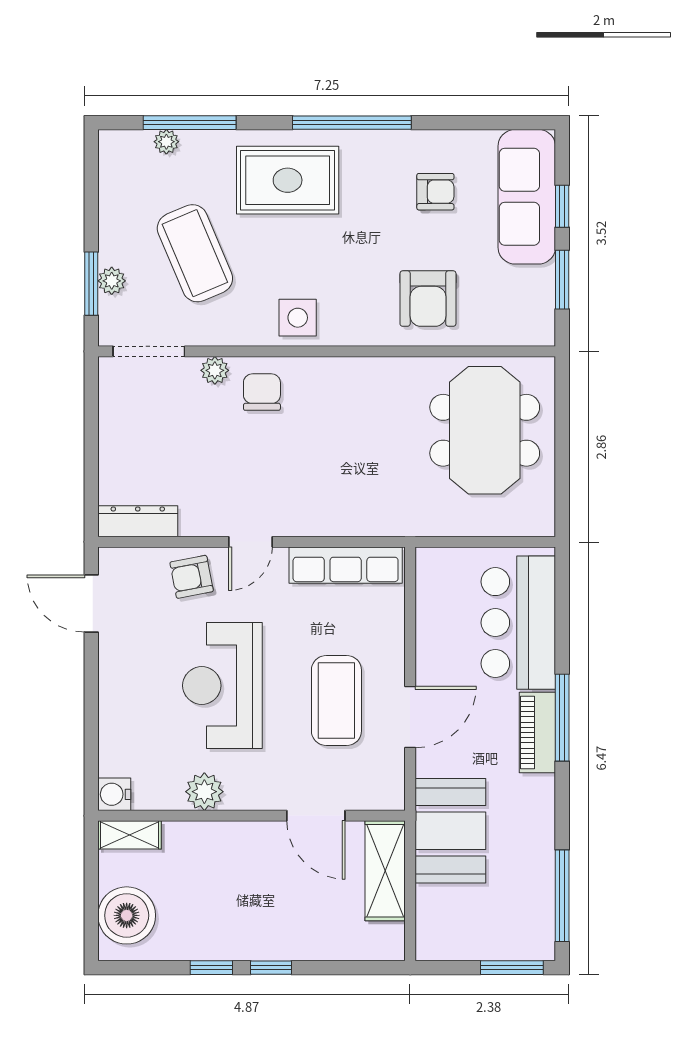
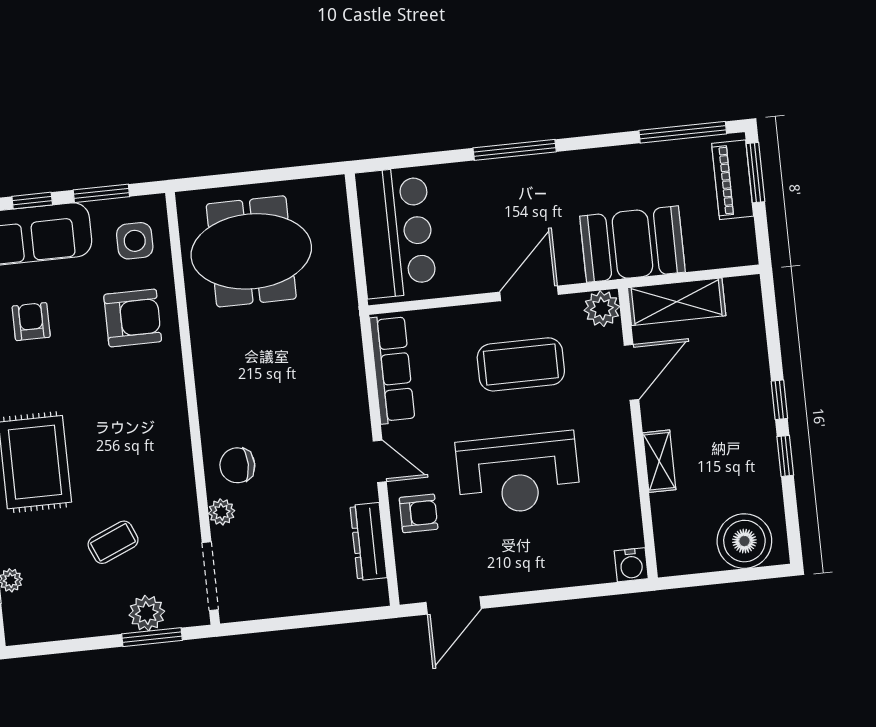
coffee table: (195, 253) -> (113, 542), width x0.54, depth x0.58
plant: (112, 281) -> (147, 613), width x1.38, depth x1.38
side table: (298, 318) -> (135, 241), moved
dresser: (138, 521) -> (368, 542), moved
armchair: (192, 577) -> (419, 513), turned -79
bar counter: (518, 623) -> (396, 232), moved, turned -90
door: (410, 717) -> (529, 293), hinge flipped
piano: (537, 732) -> (733, 180), moved, turned 90
plant: (204, 792) -> (602, 309), moved
shelving: (130, 835) -> (659, 461), moved

